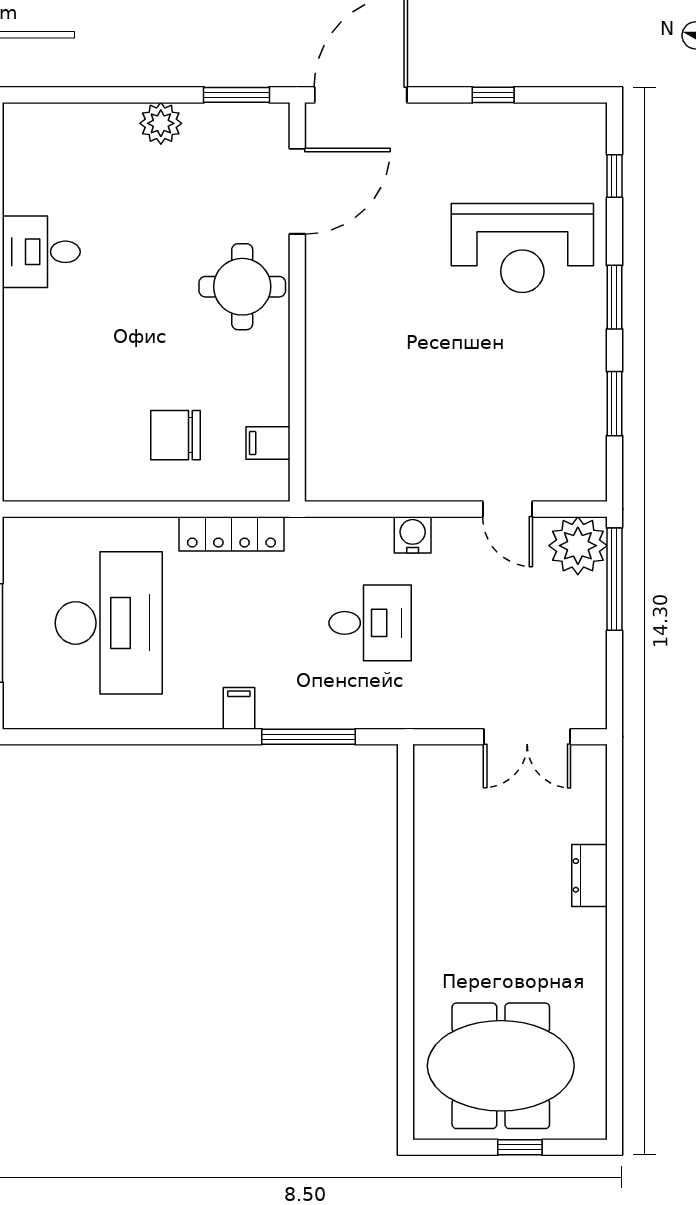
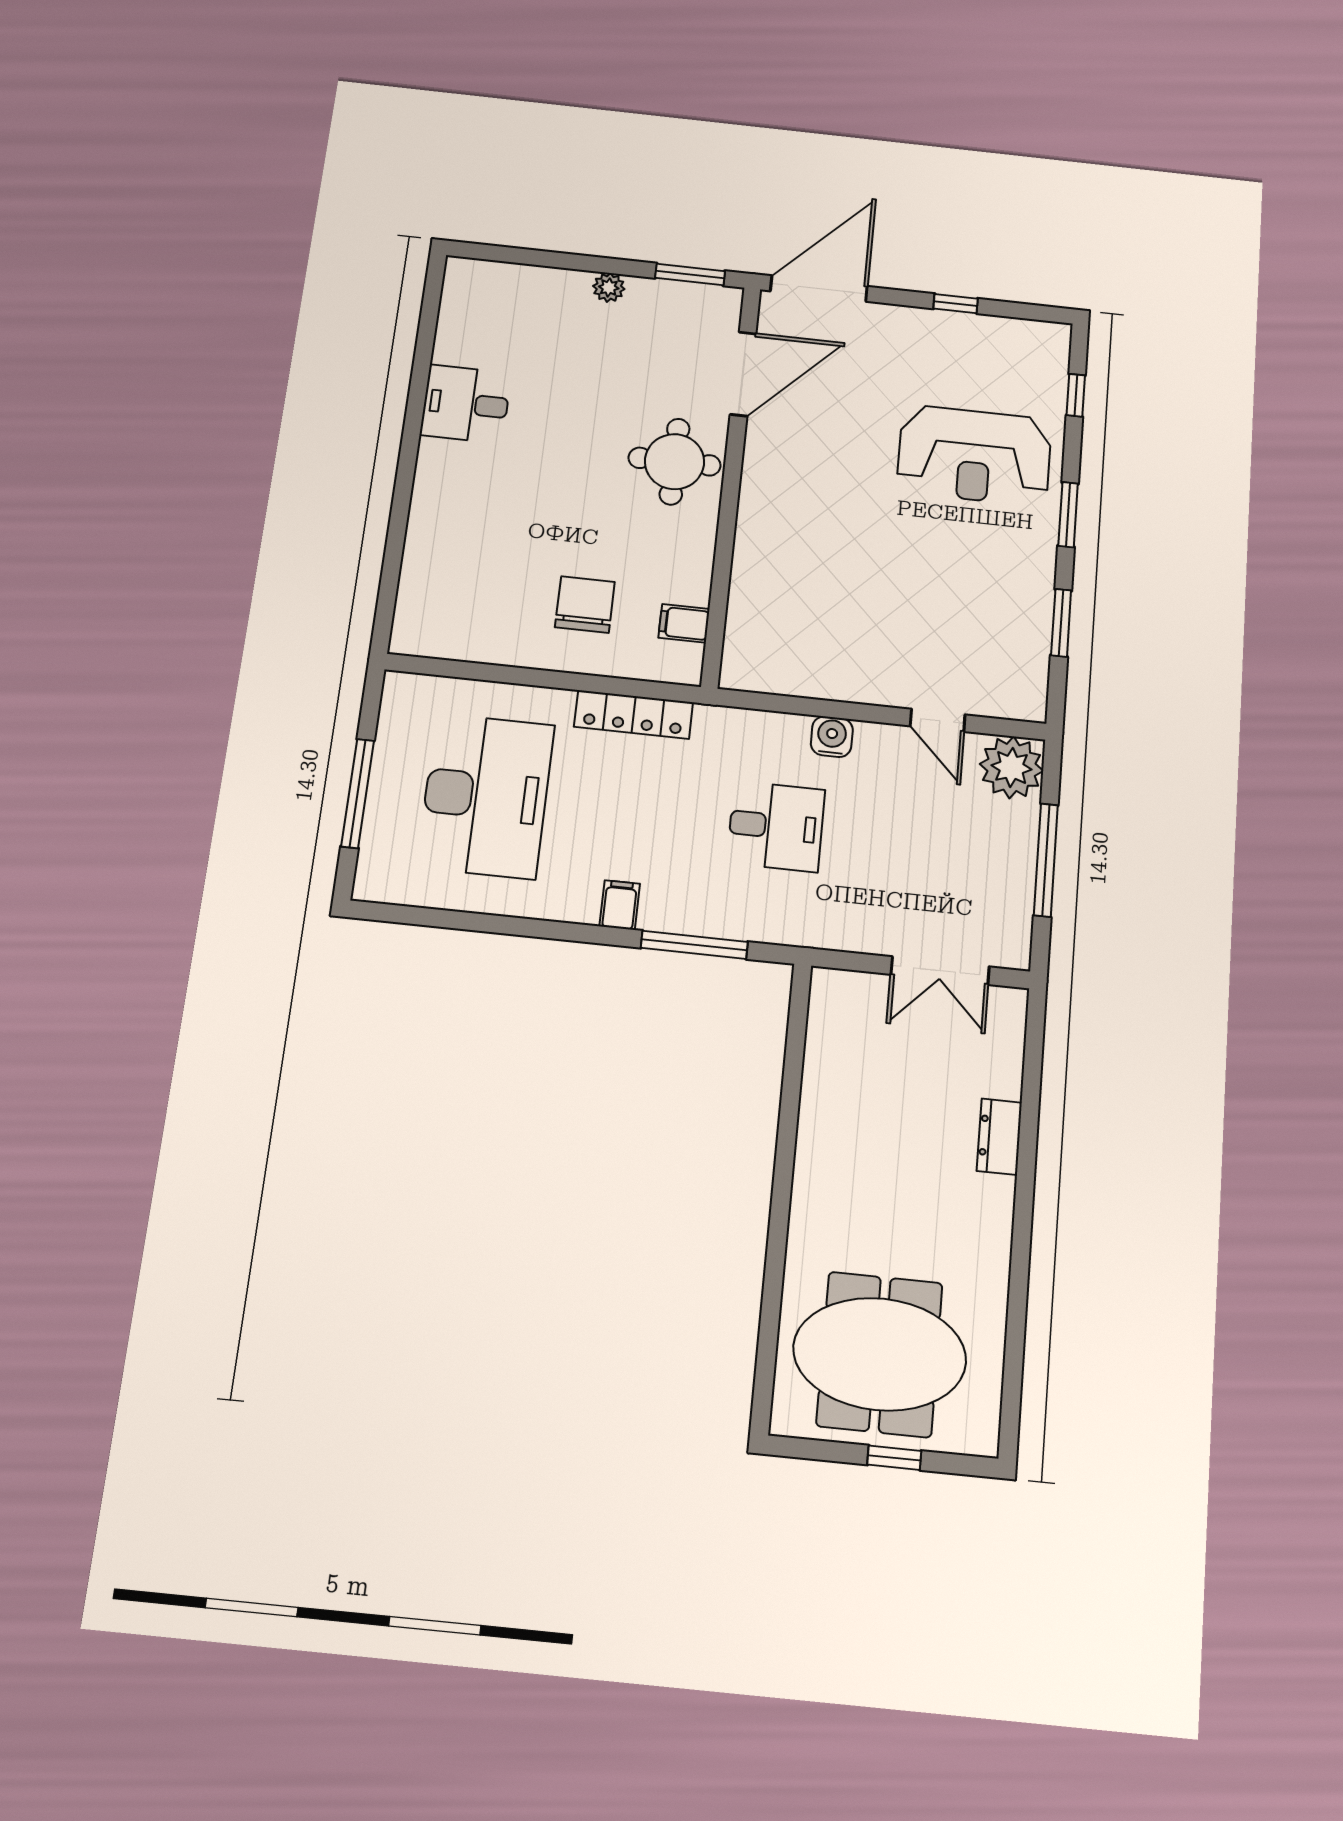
plant: (161, 123) -> (609, 287), width x0.73, depth x0.73
chair: (175, 435) -> (585, 605), turned 90
window: (614, 579) -> (1046, 860), moved

